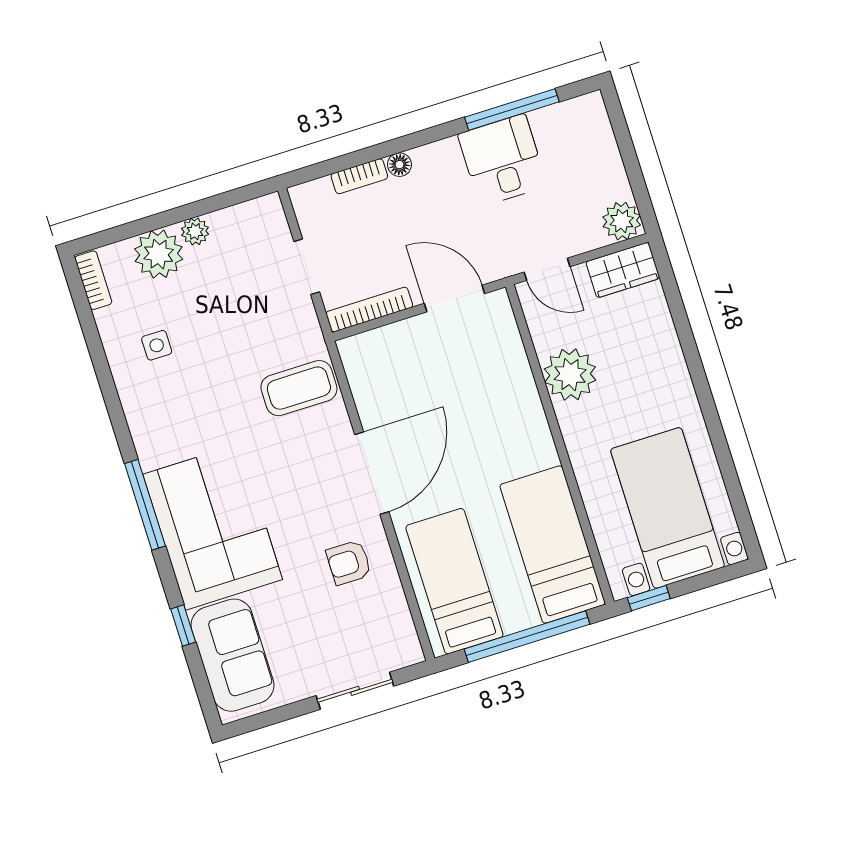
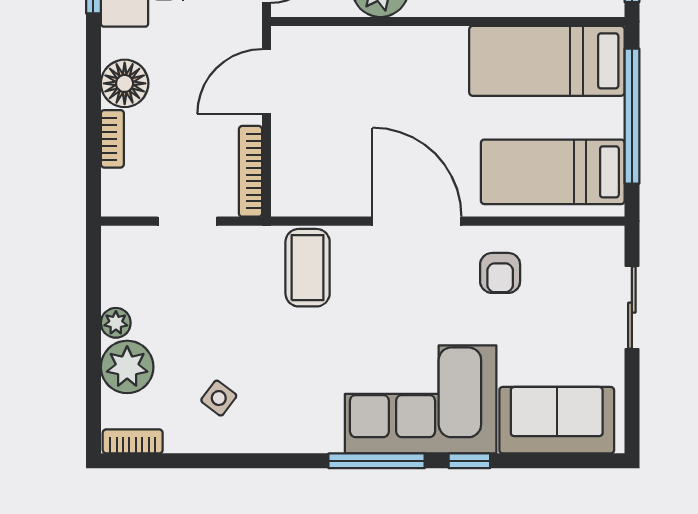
floor lamp: (399, 165) -> (125, 83), width x1.89, depth x1.89
side table: (157, 345) -> (219, 398), turned 37
window: (183, 625) -> (469, 461), moved

